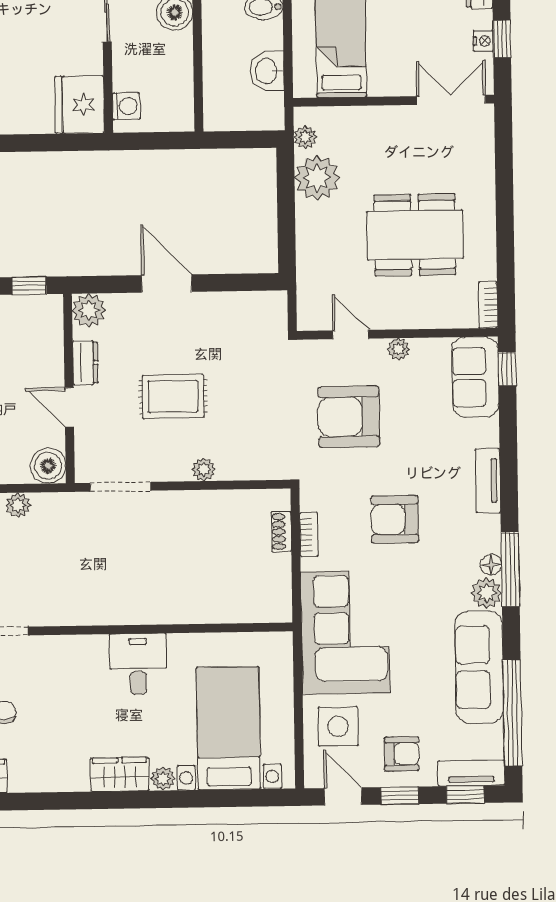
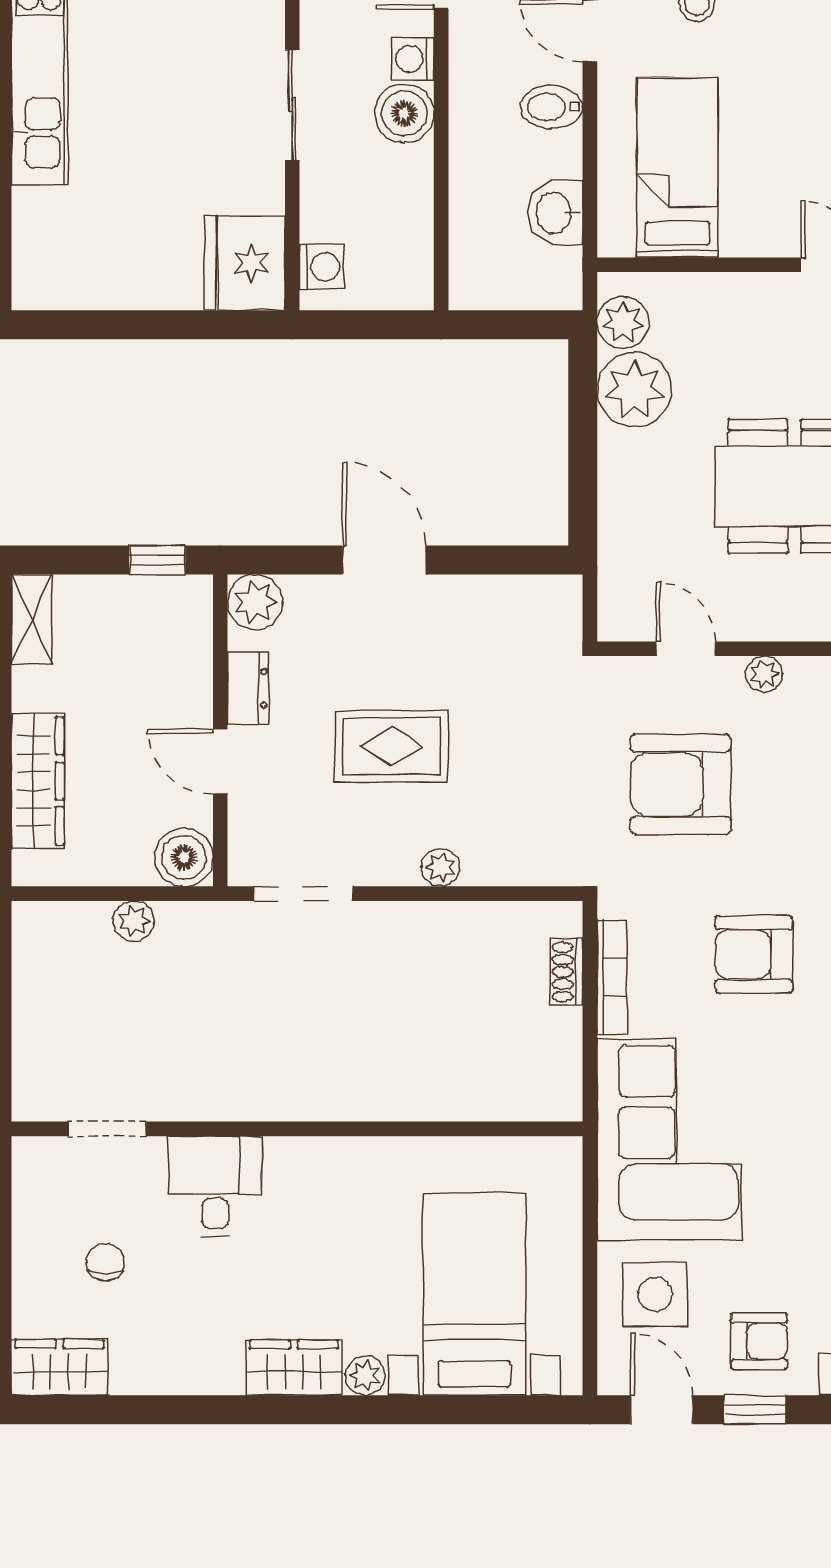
plant: (305, 137) -> (623, 322), width x1.38, depth x1.38
bookcase: (309, 535) -> (612, 977), width x1.56
desk: (138, 664) -> (215, 1186), moved

